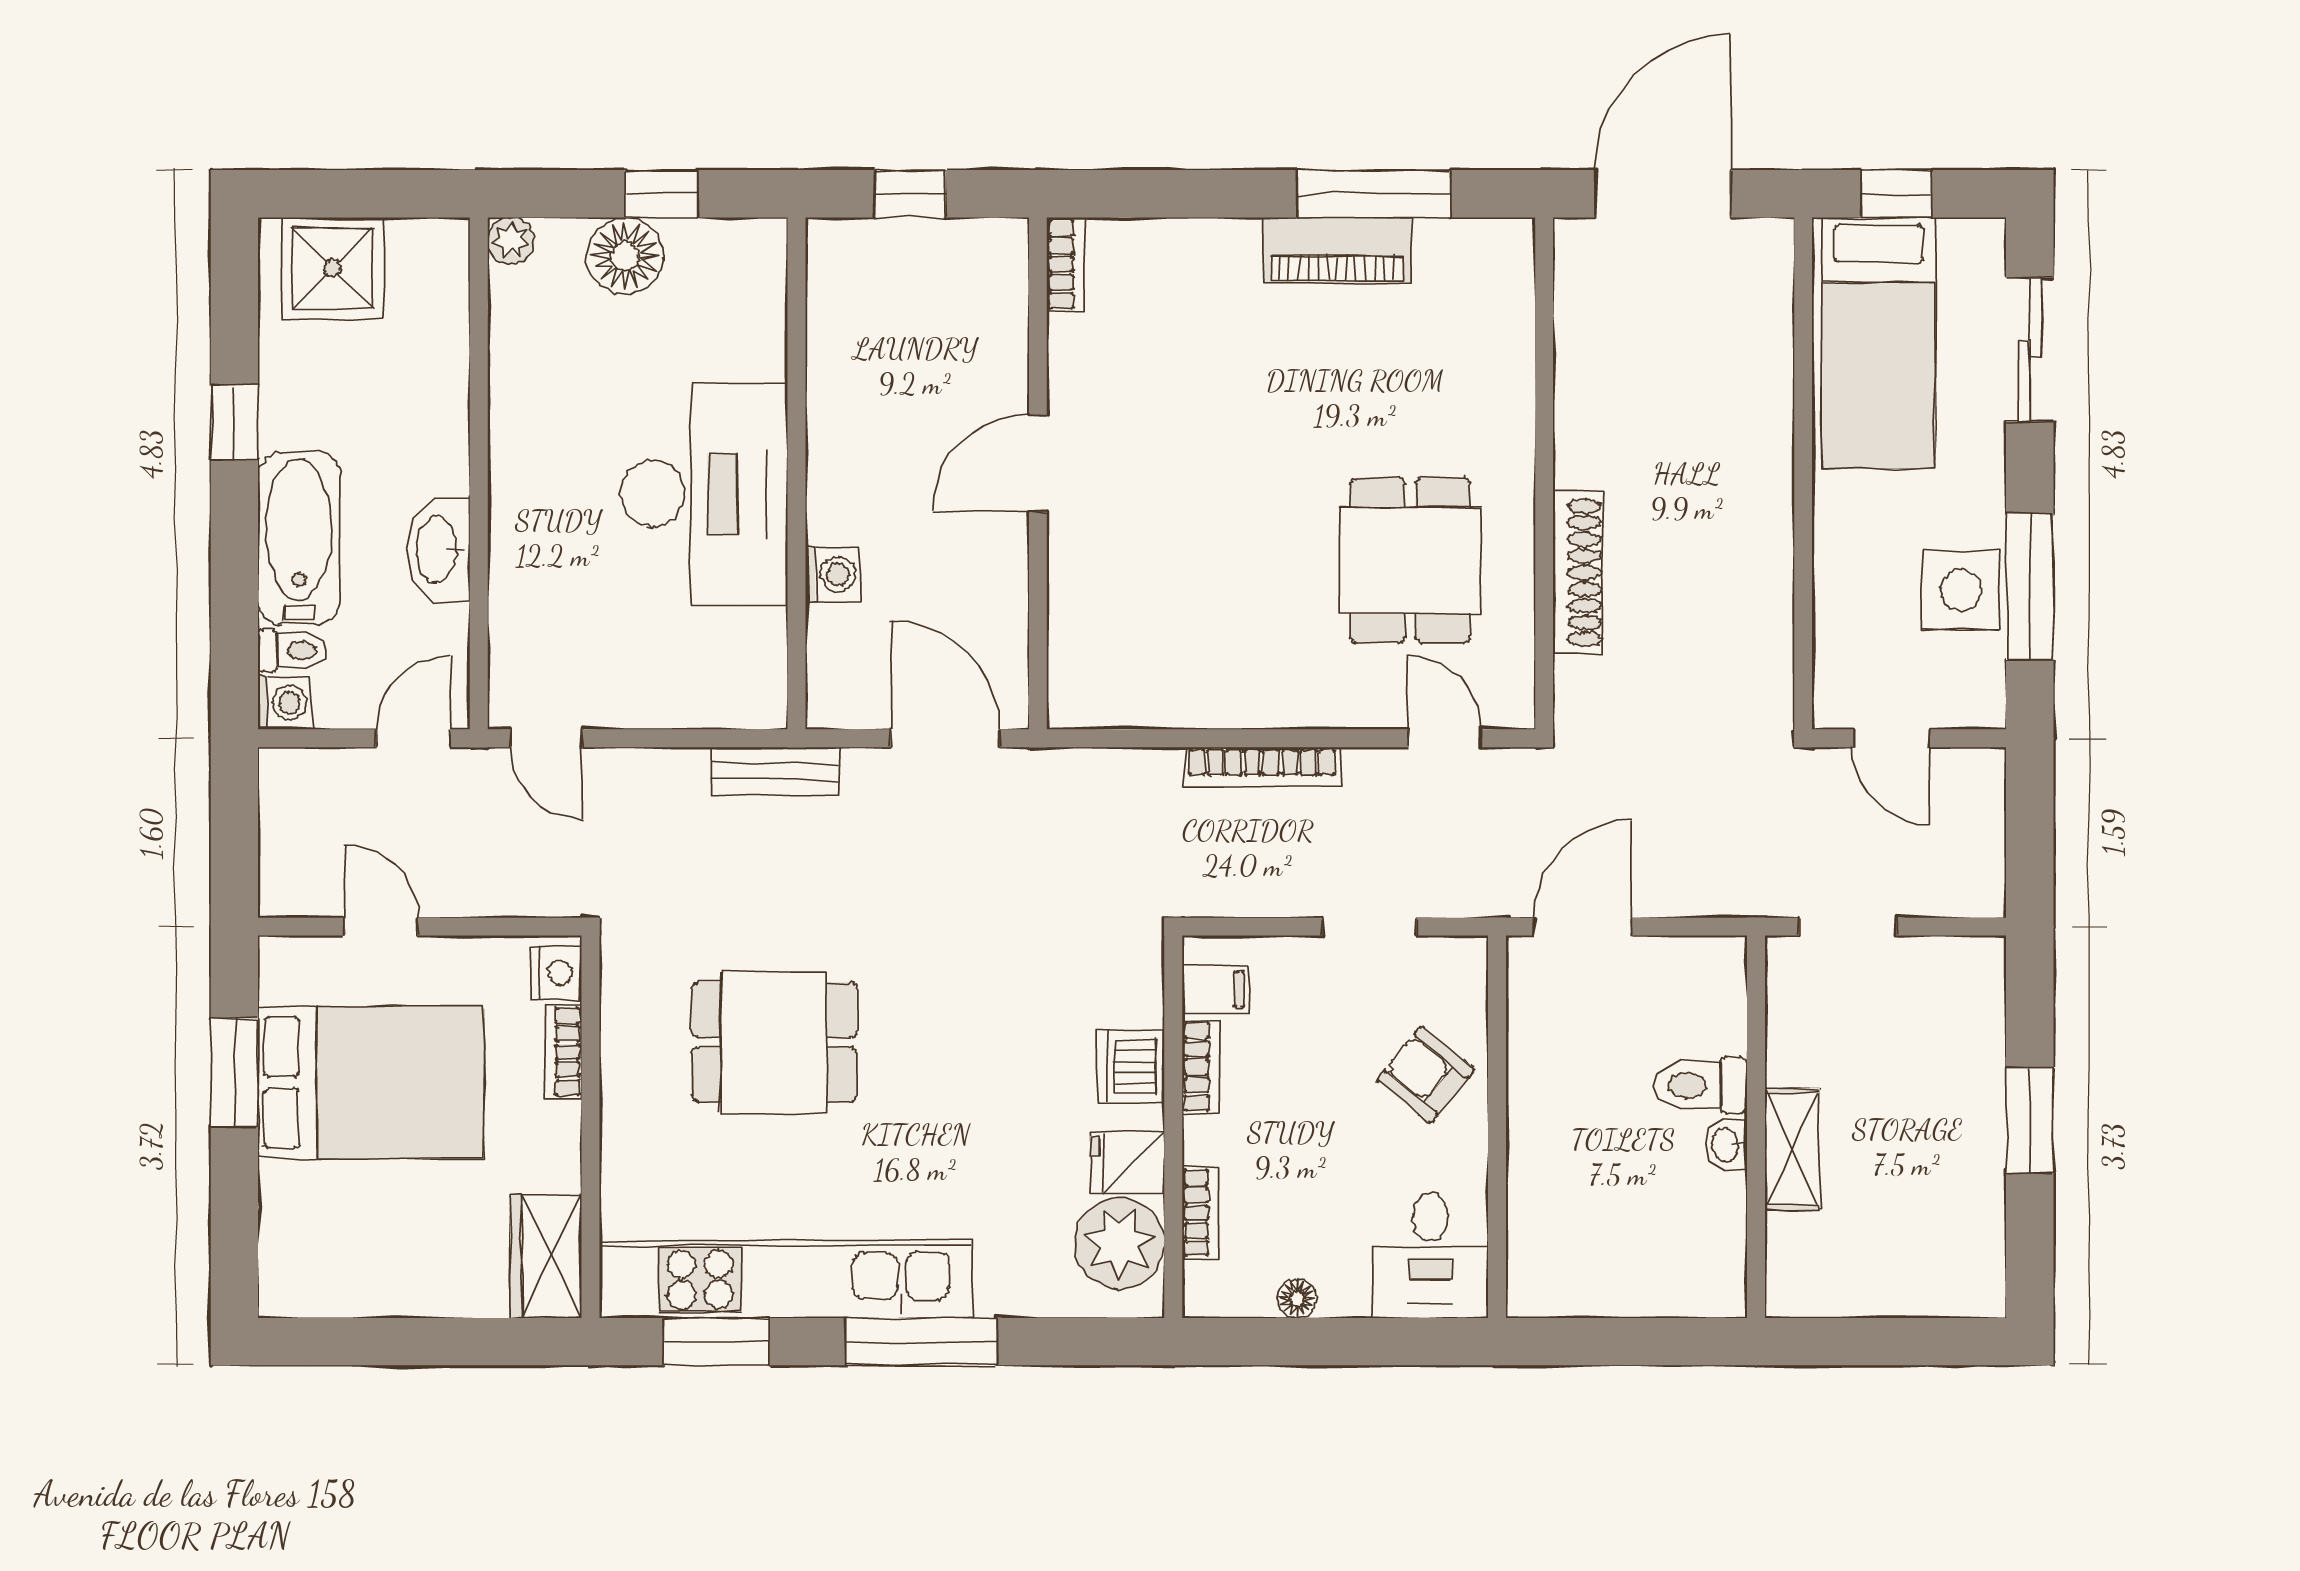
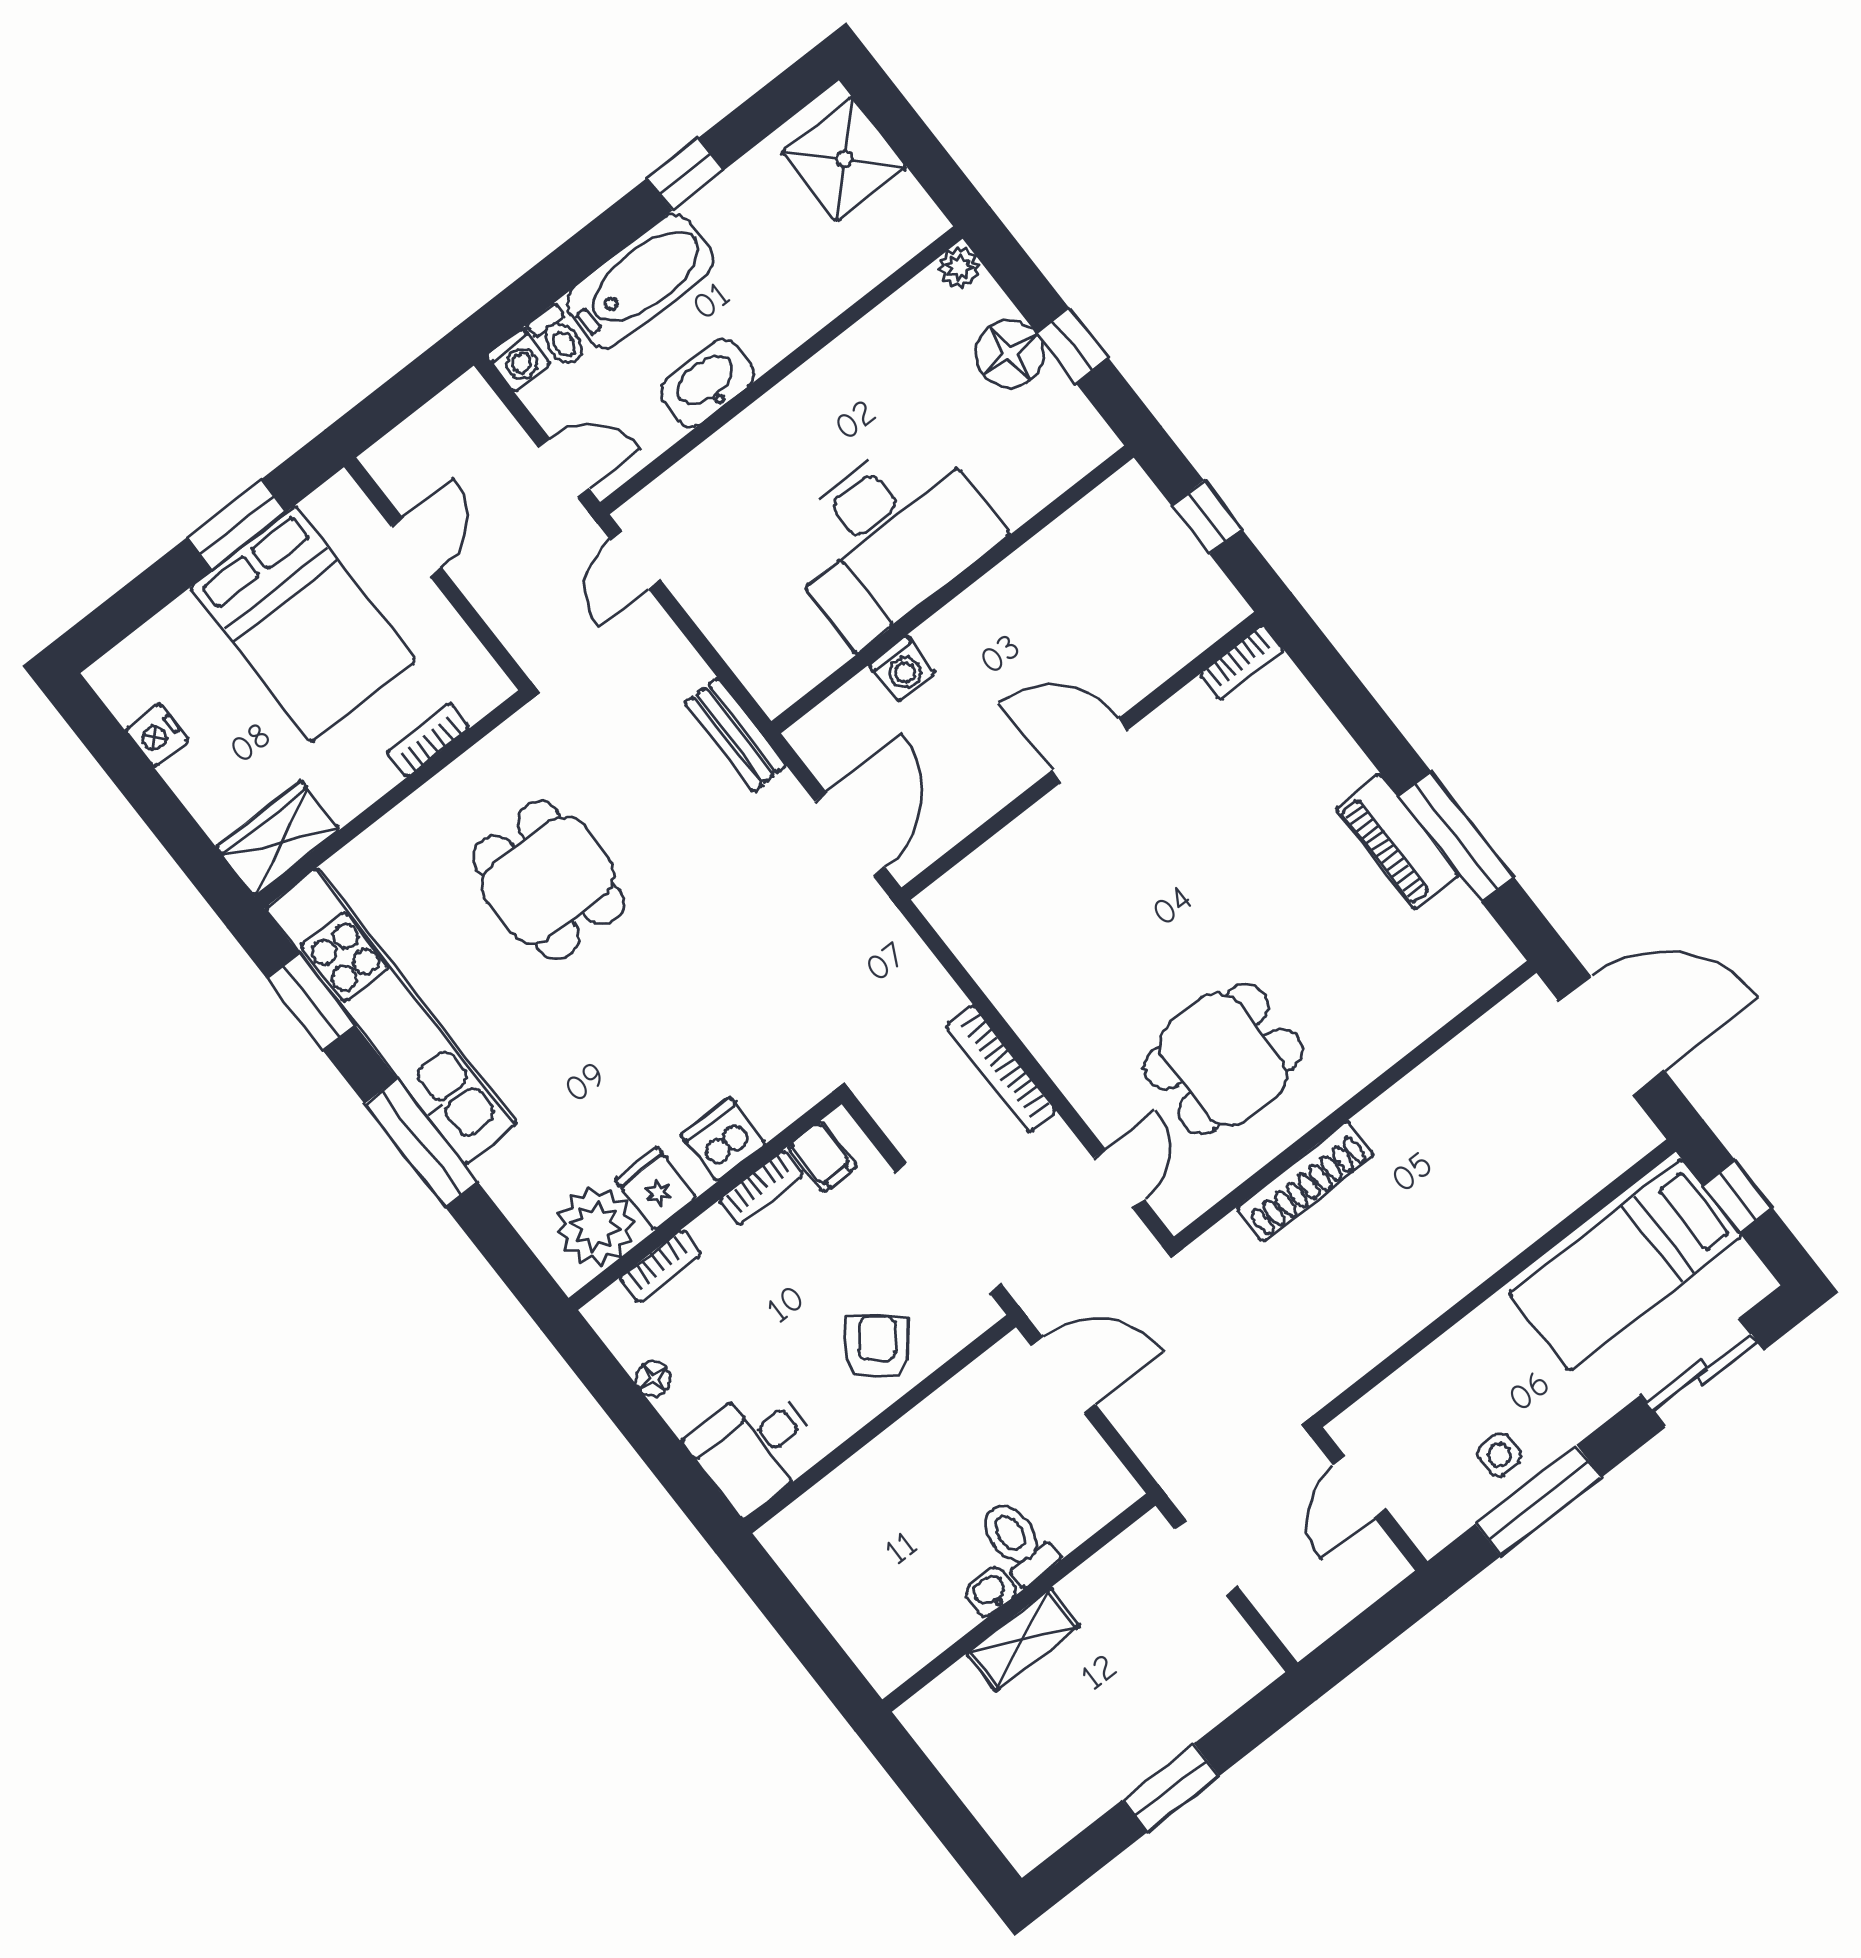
side table: (1961, 590) -> (1499, 1455), width x0.54, depth x0.54
doorway: (1369, 927) -> (949, 1228), width x1.88
nightstand: (556, 973) -> (157, 735), moved, turned 90

